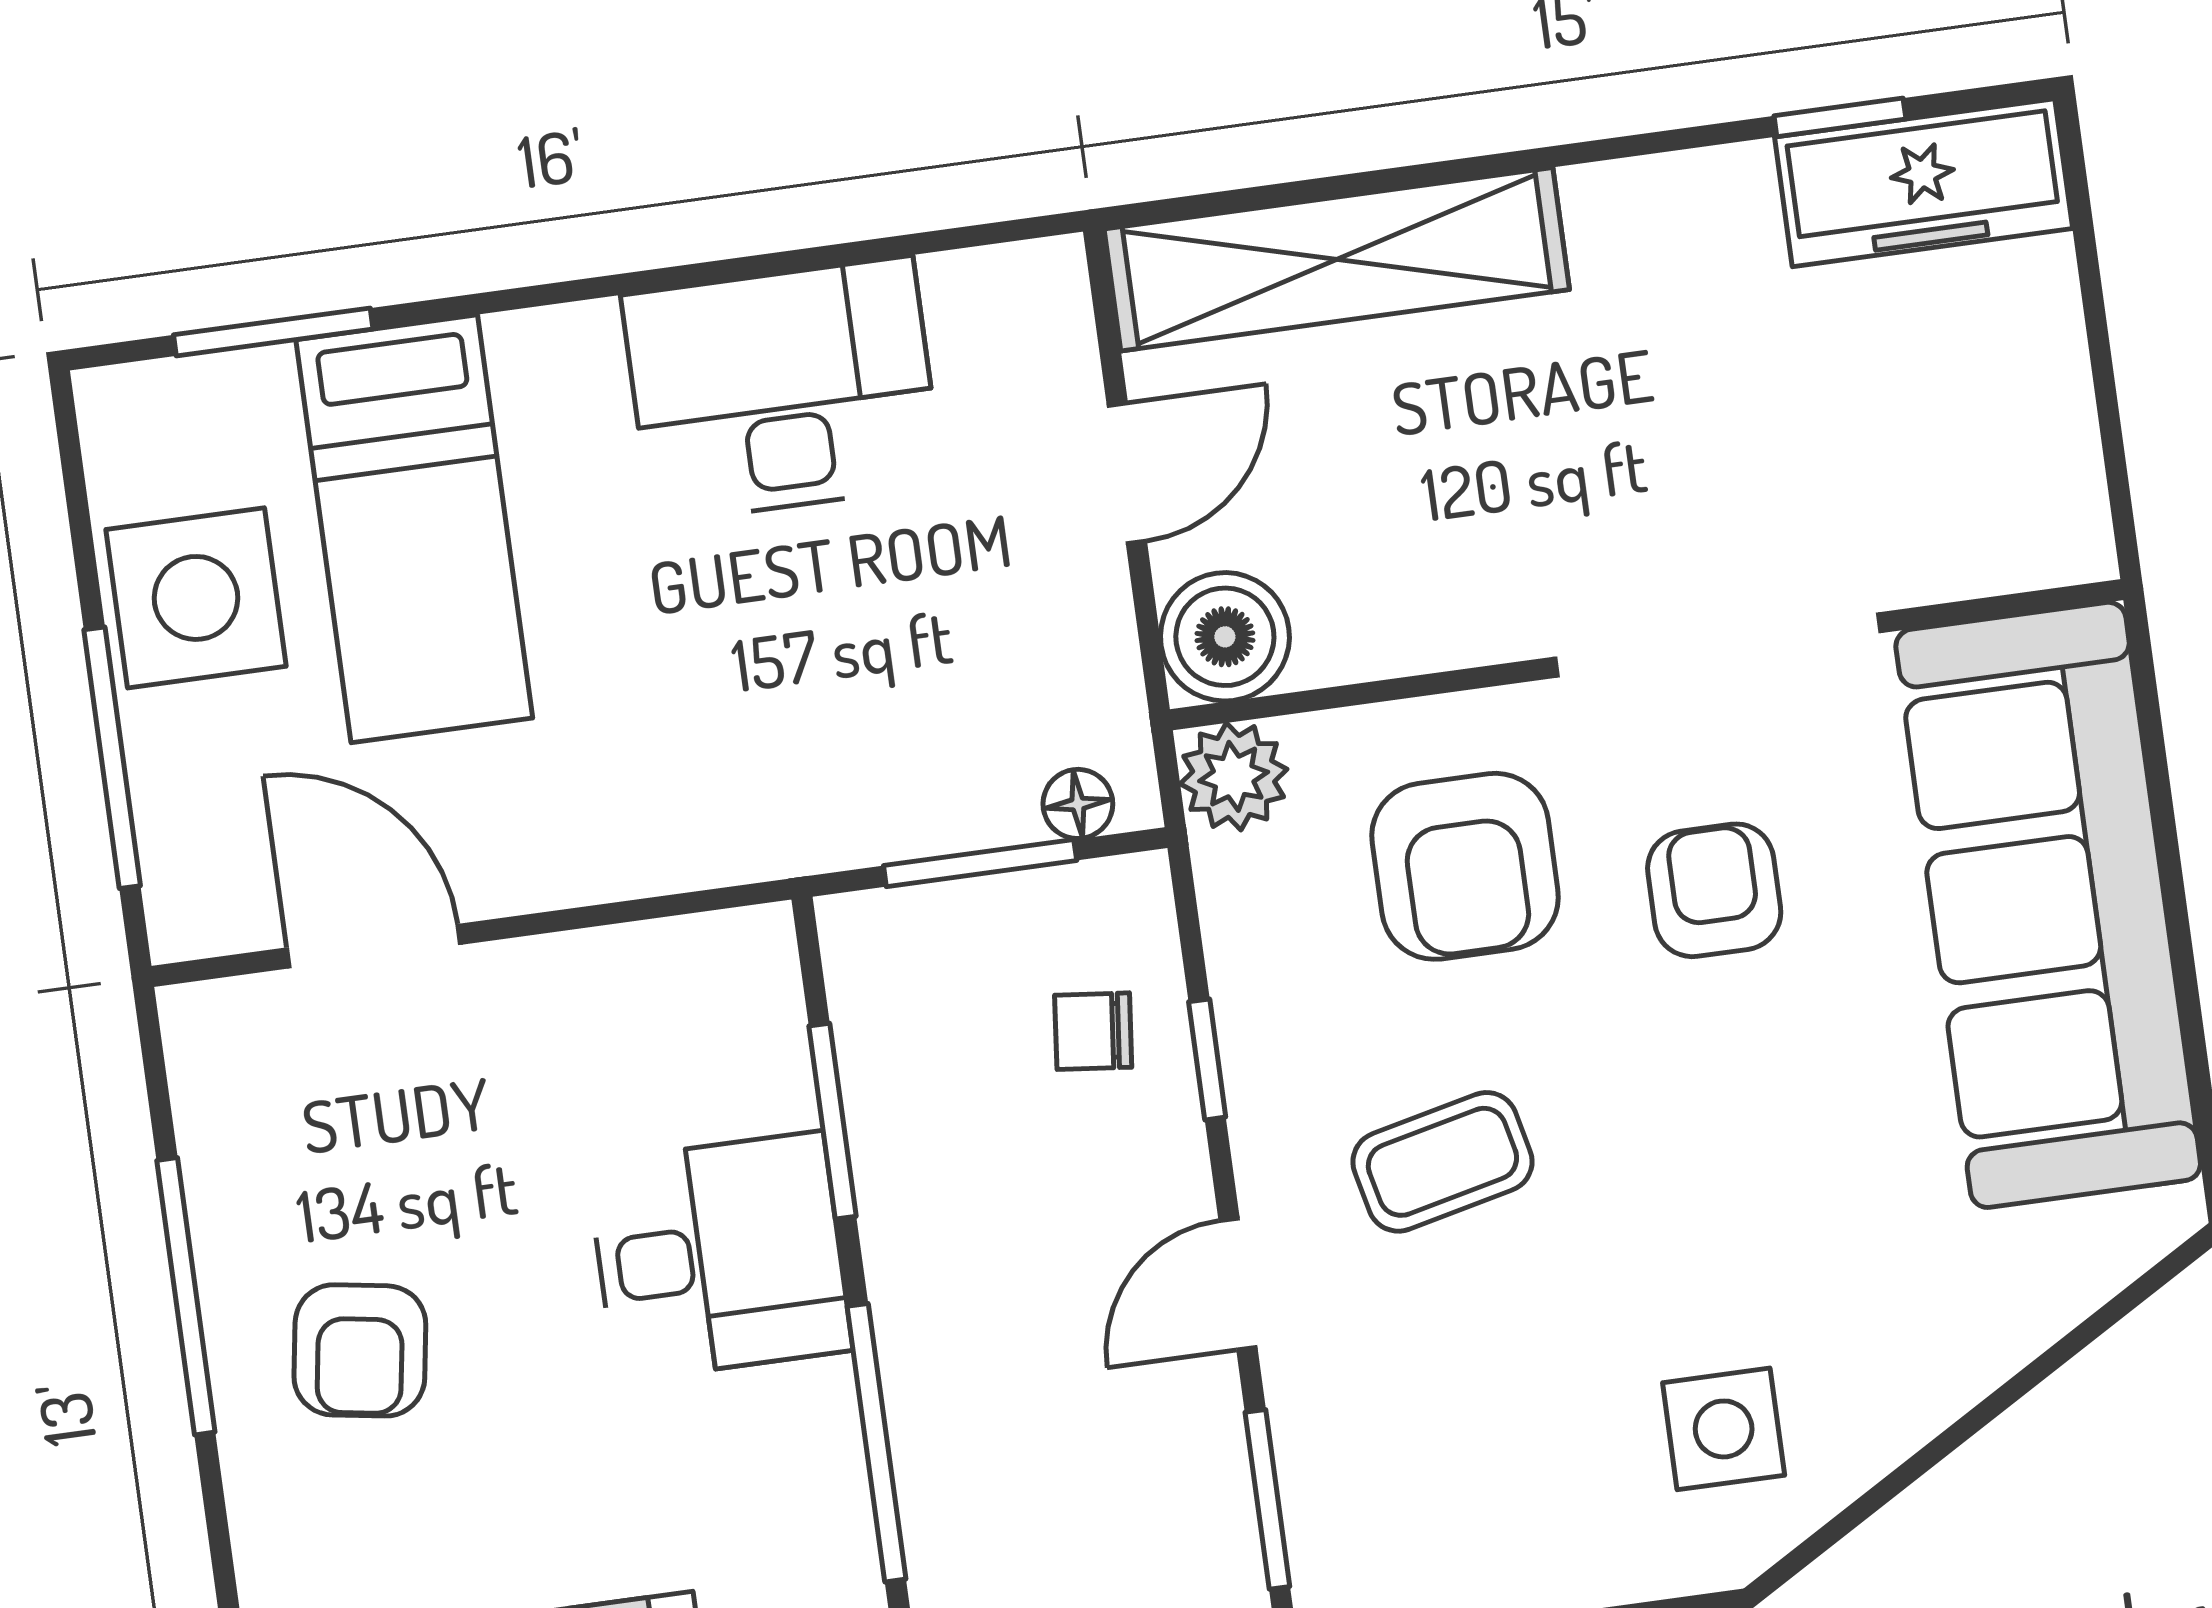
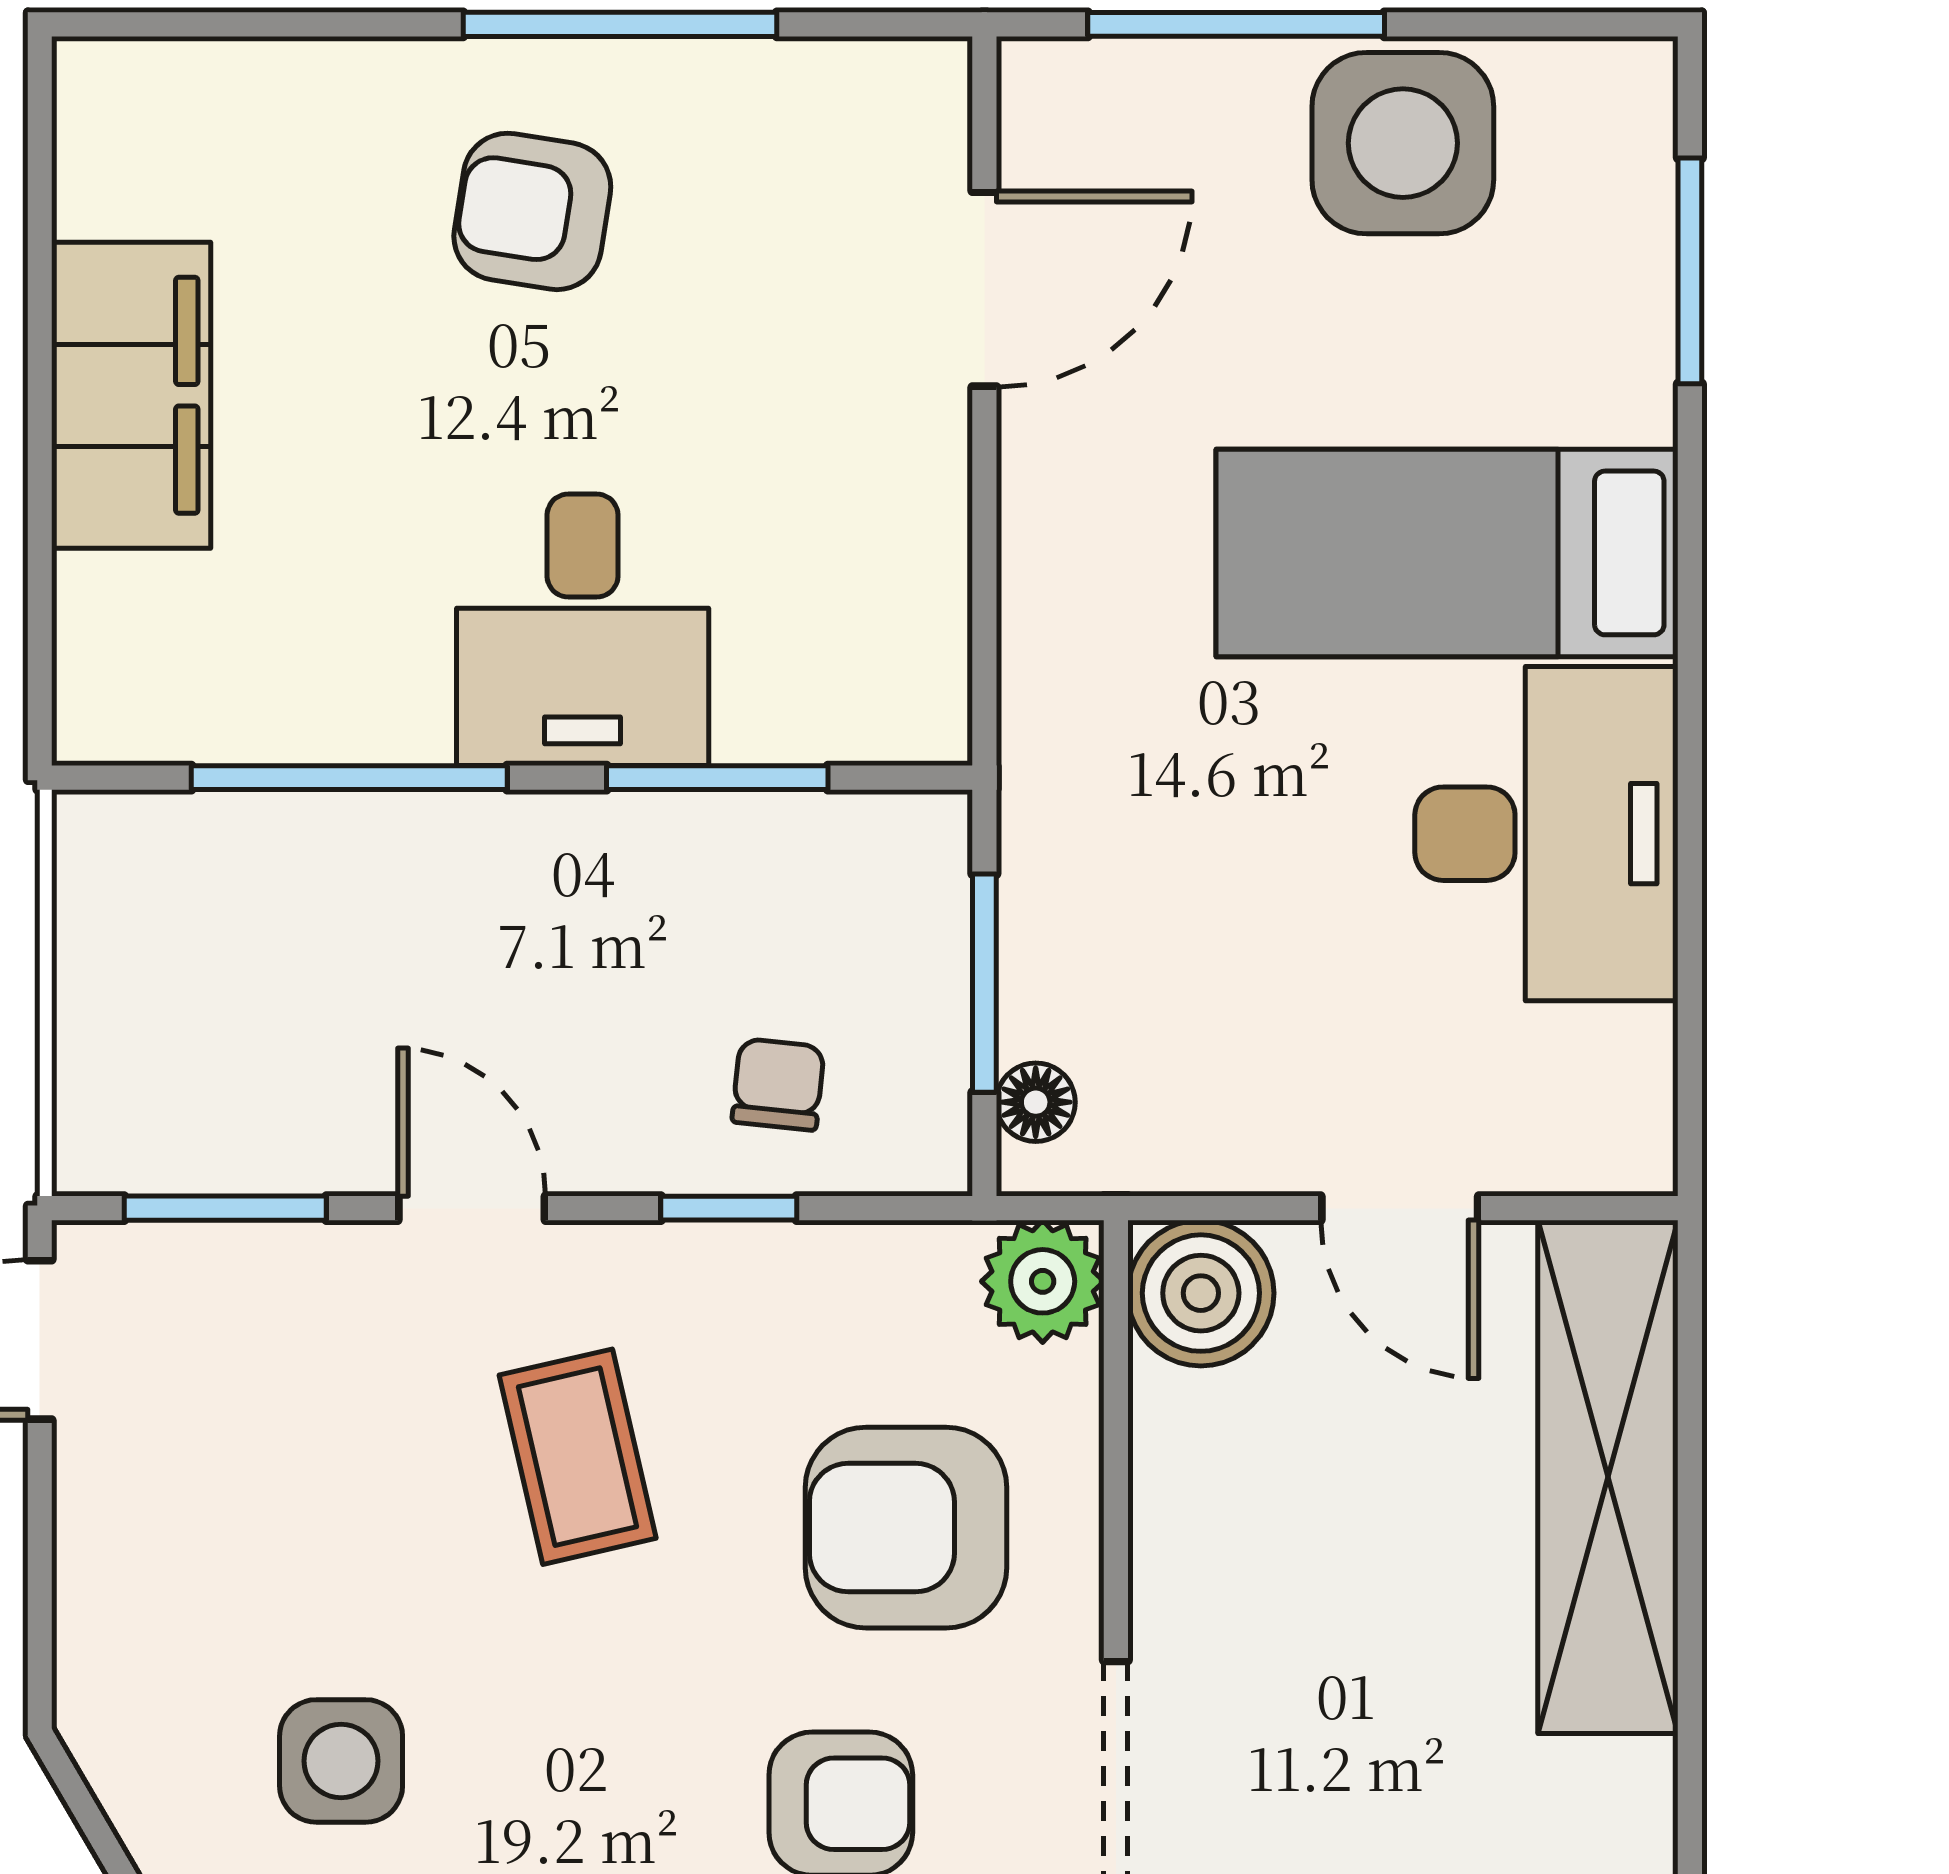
bed: (414, 529) -> (1447, 553), moved
side table: (1724, 1429) -> (341, 1761), moved

